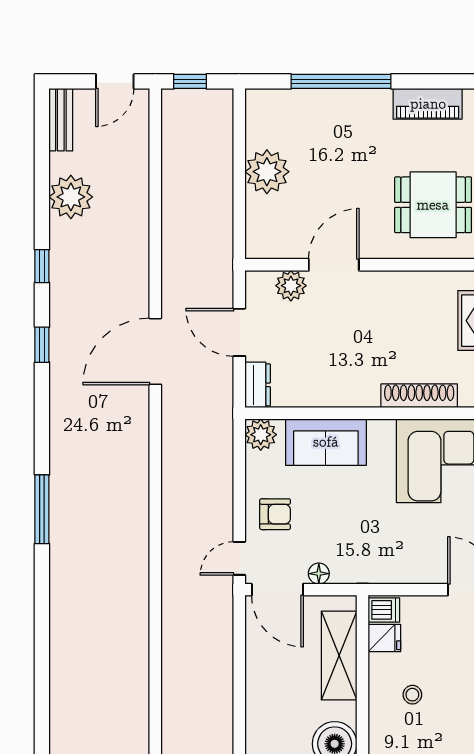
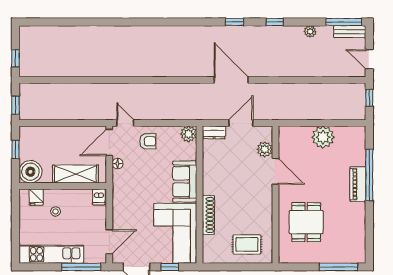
piano: (428, 104) -> (358, 184), moved
plant: (71, 197) -> (310, 32), width x0.53, depth x0.53
sofa: (326, 442) -> (185, 182), moved
window: (42, 509) -> (344, 22), moved
armchair: (275, 514) -> (148, 141), turned -90
fridge: (384, 638) -> (36, 197), moved

